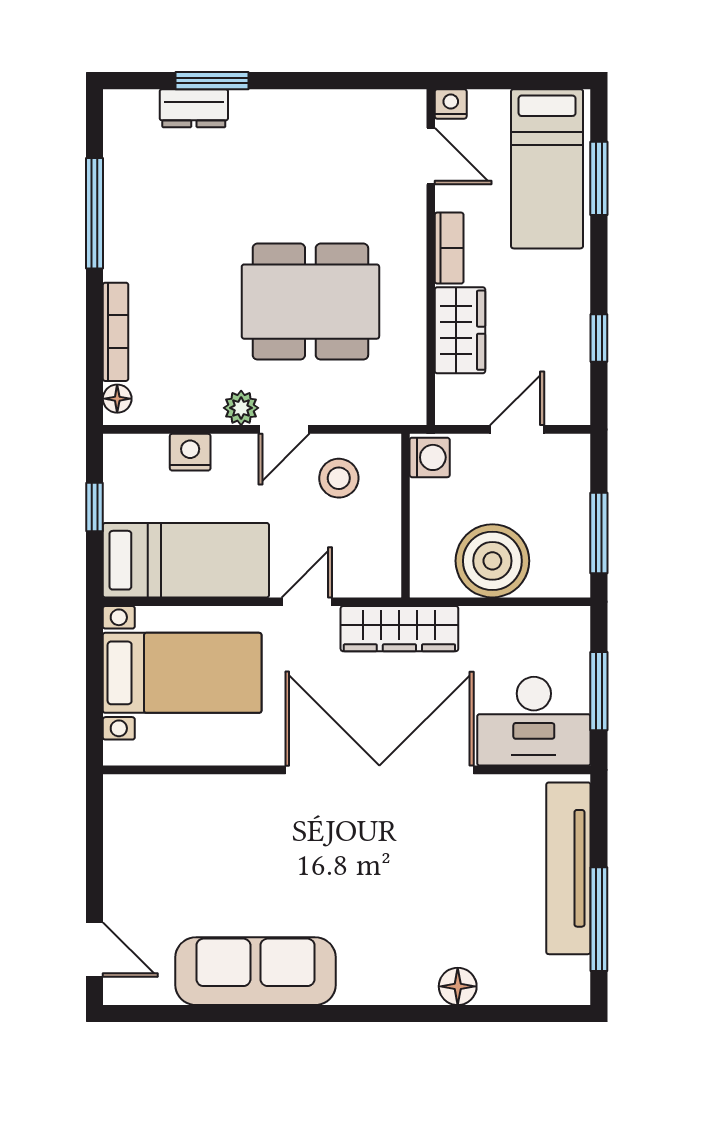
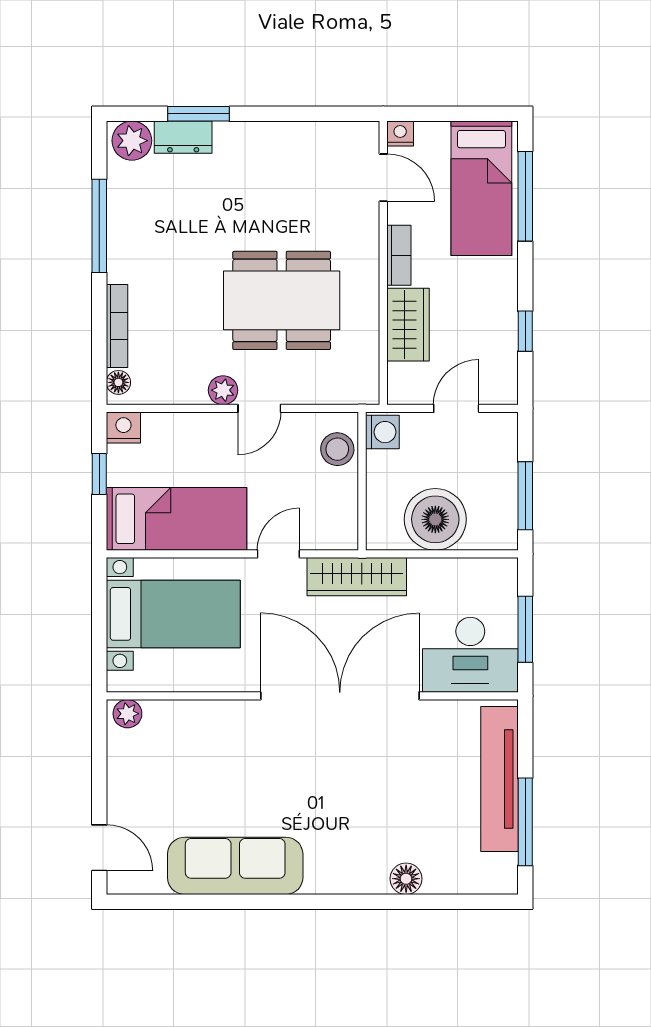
plant: (133, 112) -> (132, 141), added
window: (599, 178) -> (525, 196), width x1.44
nightstand: (190, 452) -> (123, 428), moved
stool: (339, 478) -> (337, 449), moved
plant: (128, 791) -> (127, 714), added

